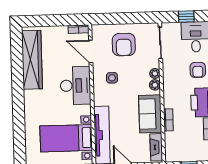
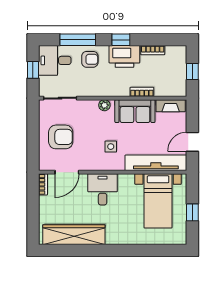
plant: (155, 73) -> (92, 105), removed
side table: (112, 78) -> (111, 147), moved
desk: (75, 86) -> (103, 189), width x0.73

